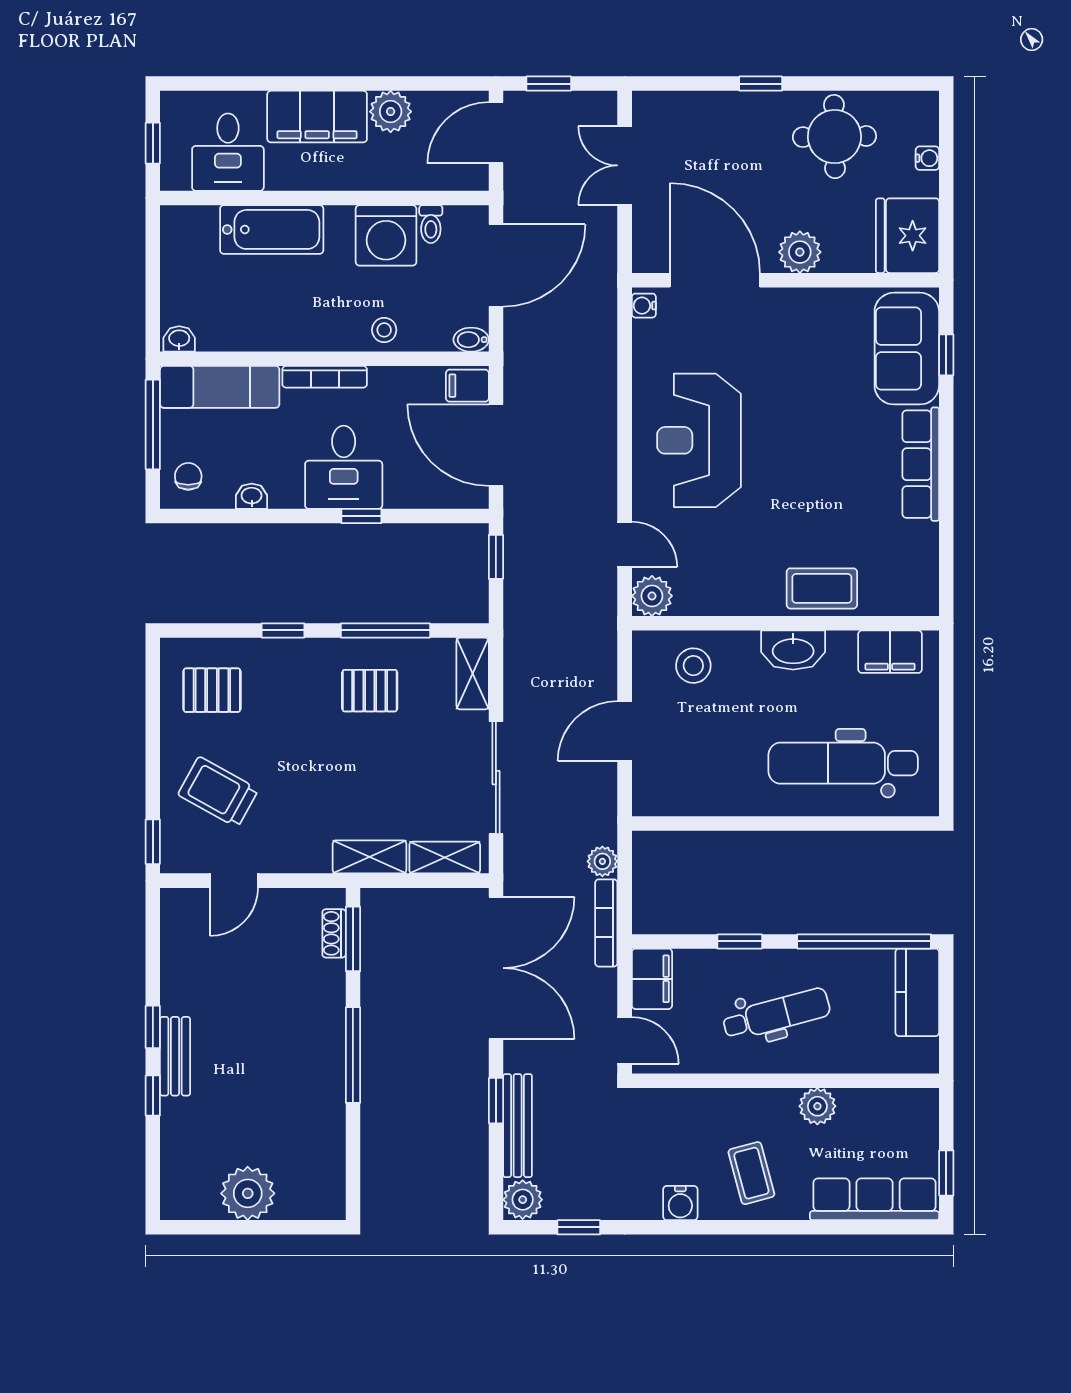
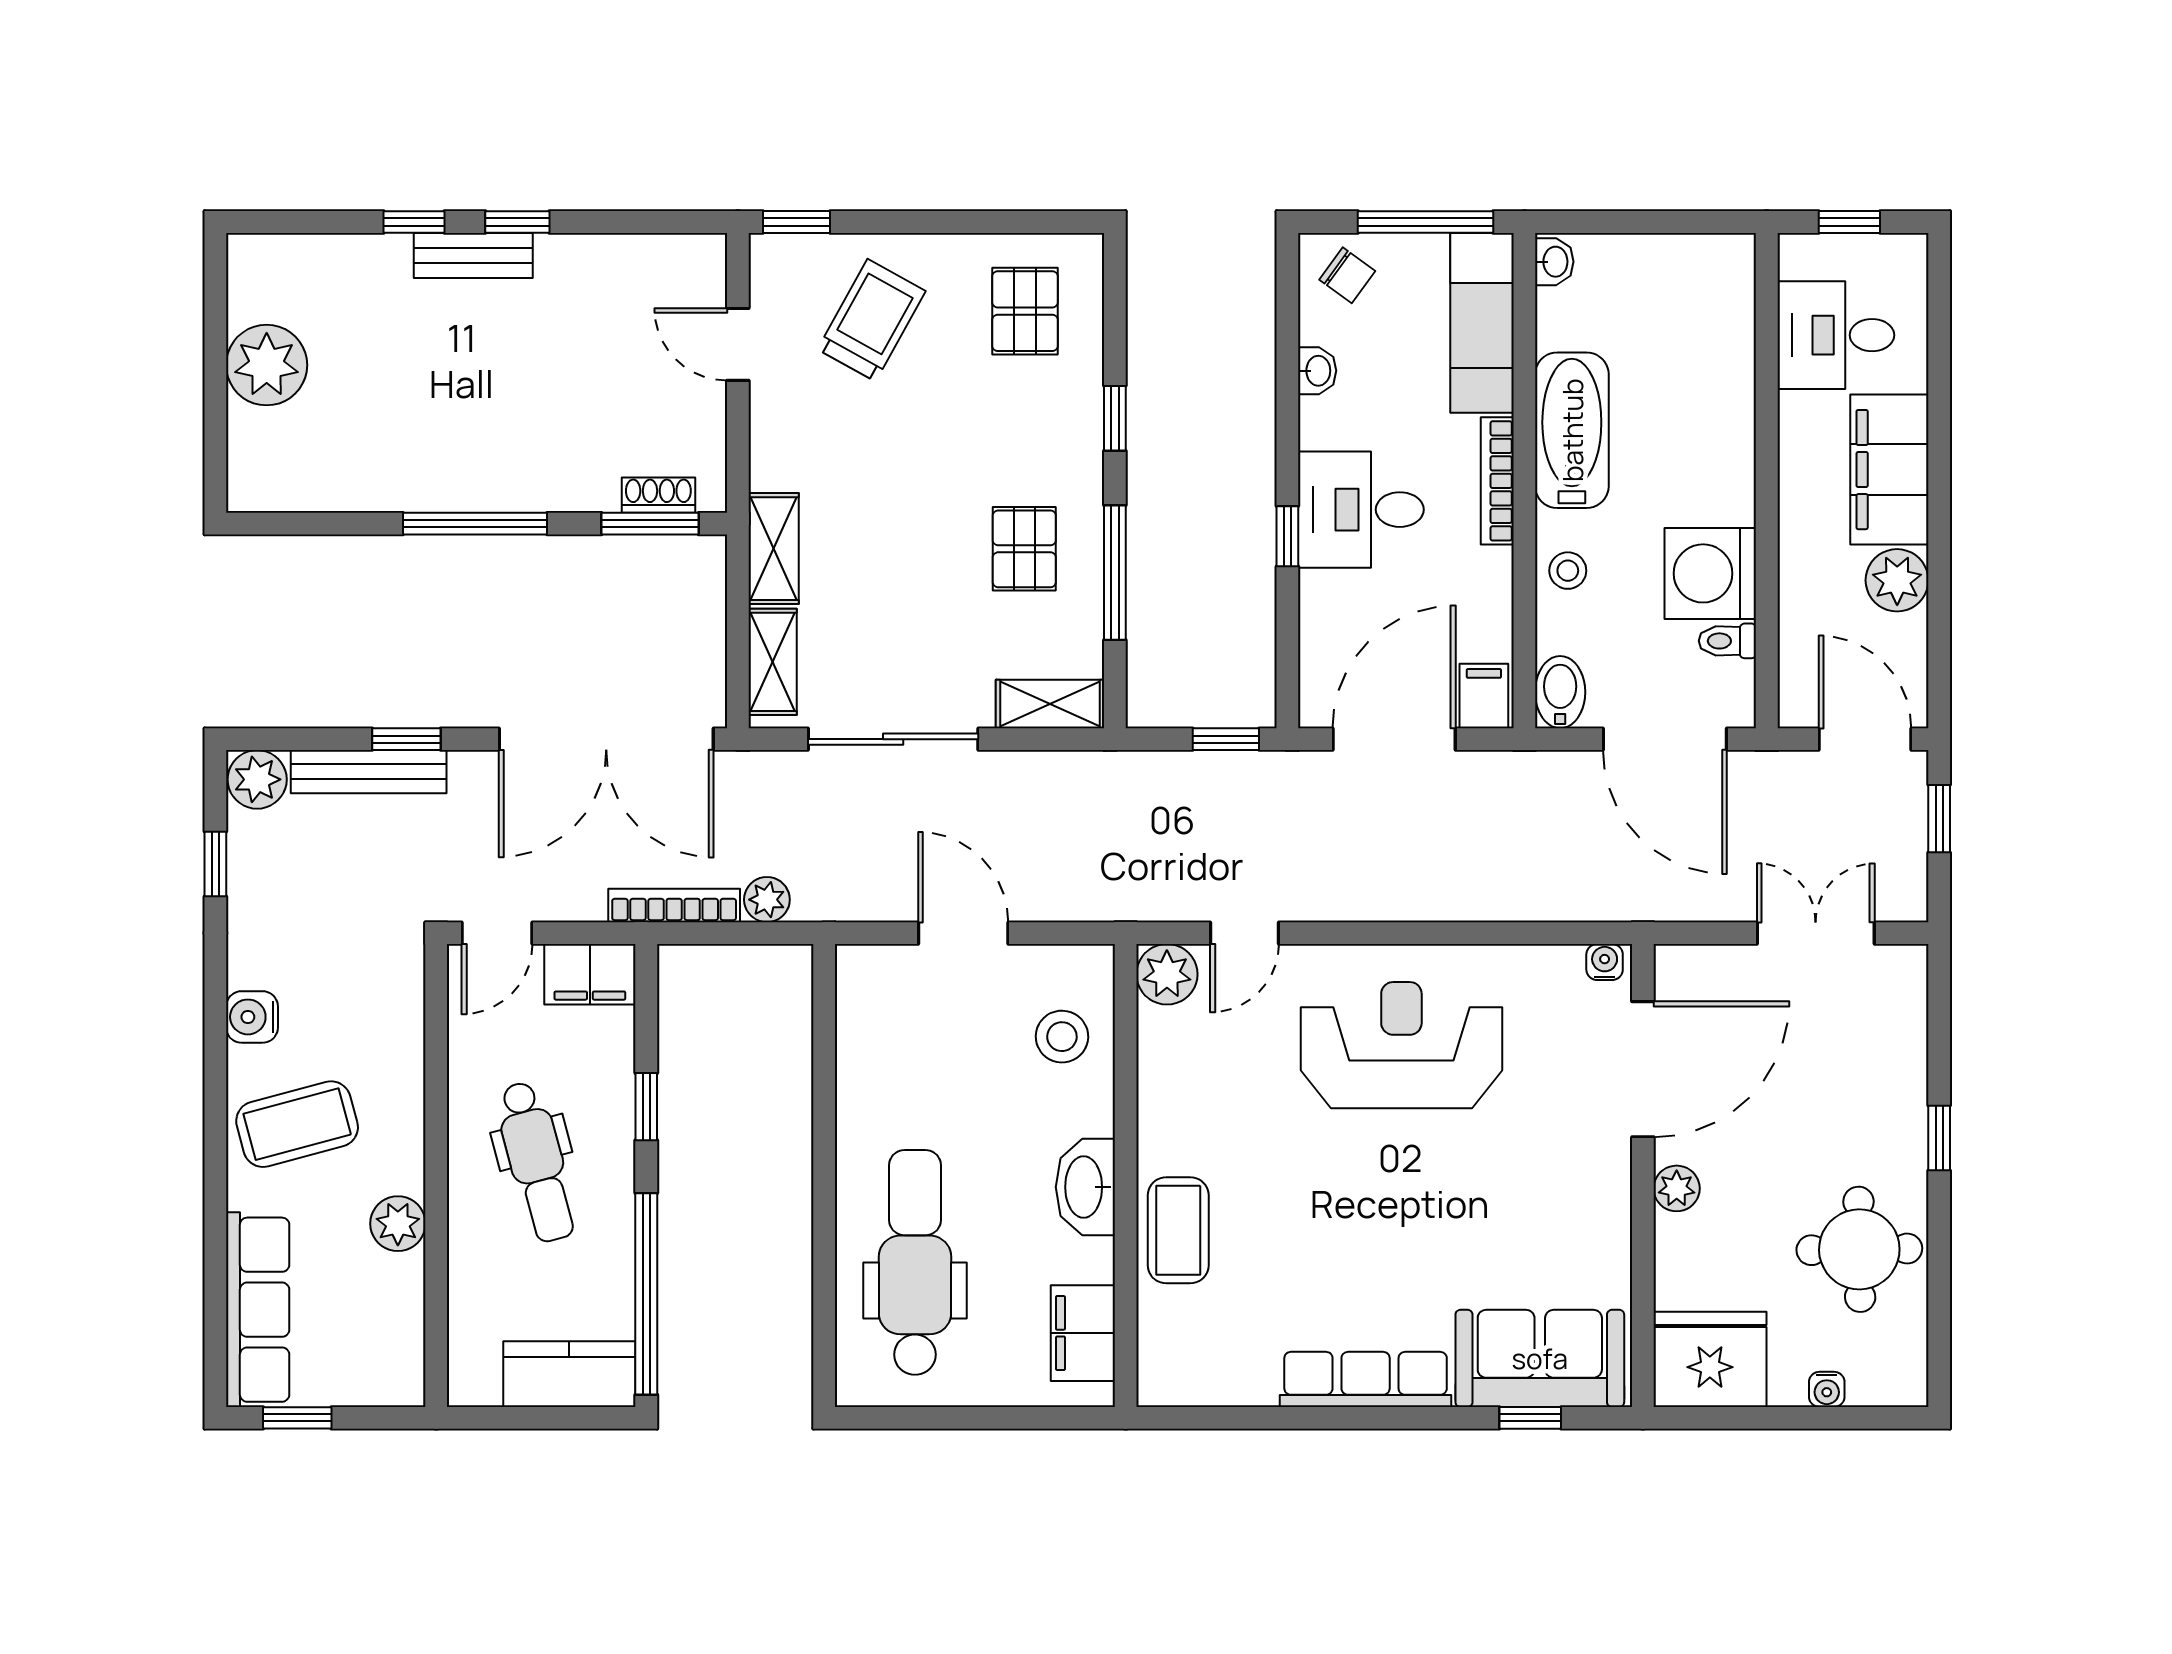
bathtub: (272, 229) -> (1572, 430), moved, turned 180
plant: (800, 252) -> (1677, 1188), width x0.73, depth x0.73
bidet: (471, 340) -> (1560, 692), width x1.38, depth x1.36
chair: (188, 476) -> (1347, 275), turned 36
coffee table: (751, 1173) -> (297, 1124), width x1.36, depth x1.30

